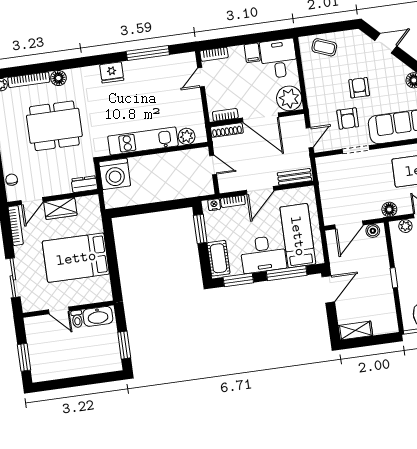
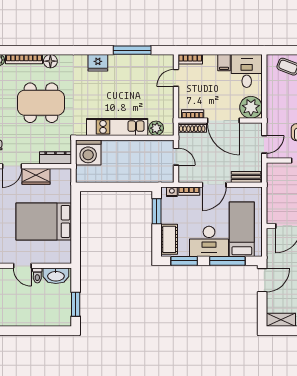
dresser: (84, 184) -> (55, 158), width x1.44

